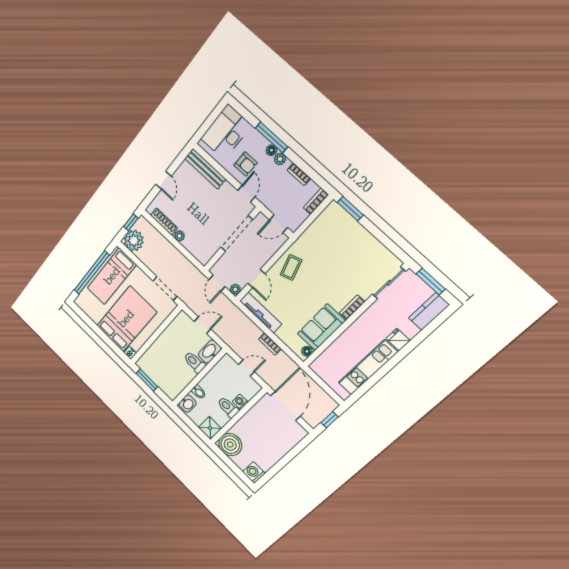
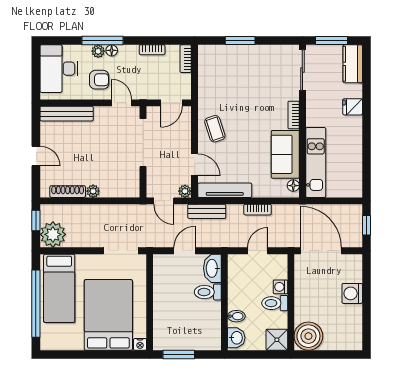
plant: (280, 159) -> (98, 51), moved
window: (350, 209) -> (240, 41), moved
bench: (237, 315) -> (207, 211), added
kitchen unit: (368, 367) -> (316, 162), moved, turned 180
washing machine: (254, 473) -> (352, 293), moved

